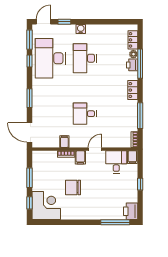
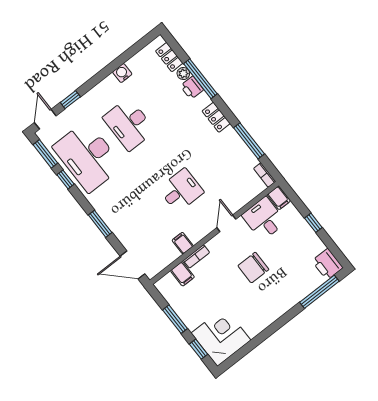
water cooler: (81, 29) -> (122, 73), moved
desk: (85, 114) -> (181, 190), turned 180
filing cabinet: (80, 157) -> (182, 274), moved
chair: (73, 188) -> (253, 268), moved

